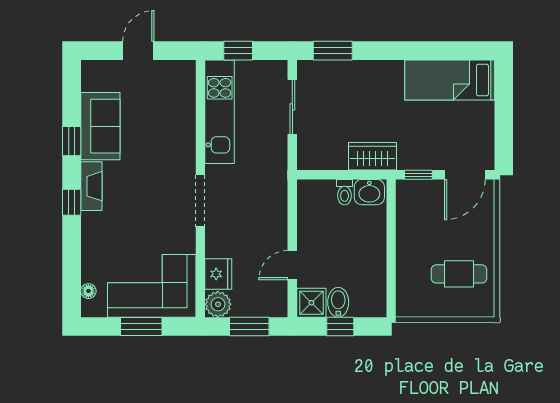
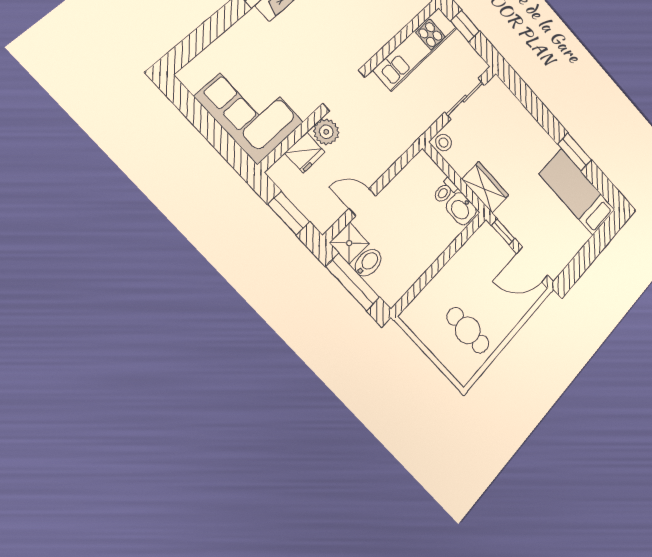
window: (333, 51) -> (575, 152), moved
stool: (309, 158) -> (444, 143), added
floor lamp: (88, 291) -> (200, 63), removed
plant: (218, 304) -> (326, 132), moved
window: (141, 326) -> (211, 129), removed
window: (340, 326) -> (353, 282), width x2.17

